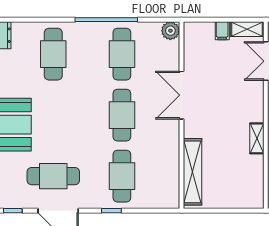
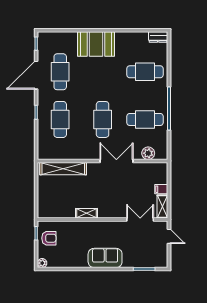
plant: (170, 31) -> (148, 153), moved
cafe table: (122, 115) -> (103, 119), turned 90
cafe table: (122, 176) -> (60, 119), turned 90

